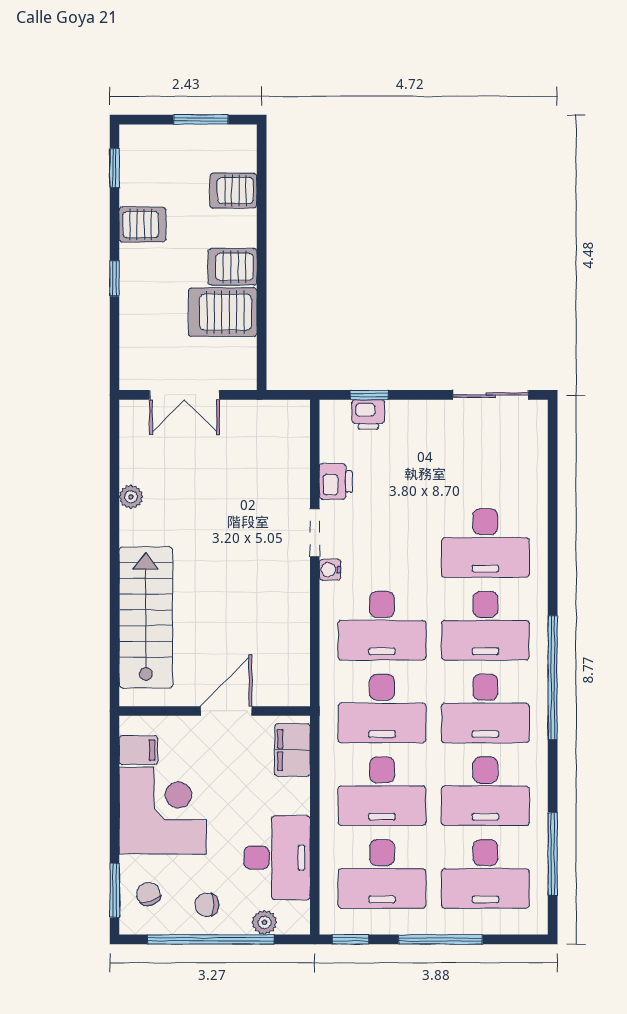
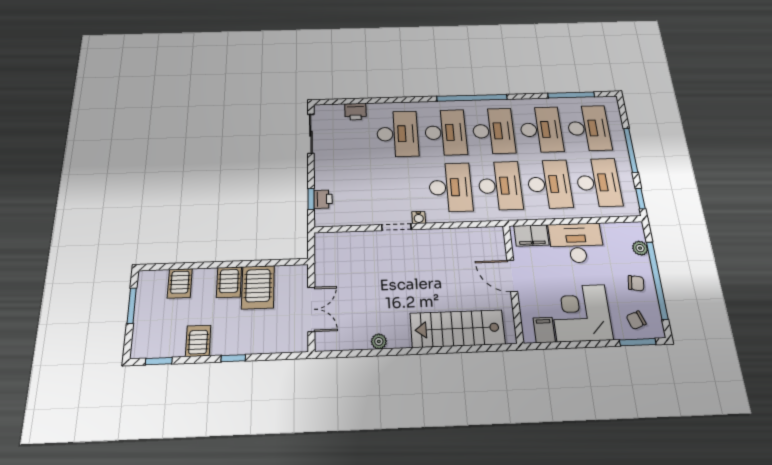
printer: (336, 481) -> (355, 112), moved, turned 180
desk: (277, 858) -> (576, 243), moved
chair: (207, 905) -> (636, 283), turned -80

